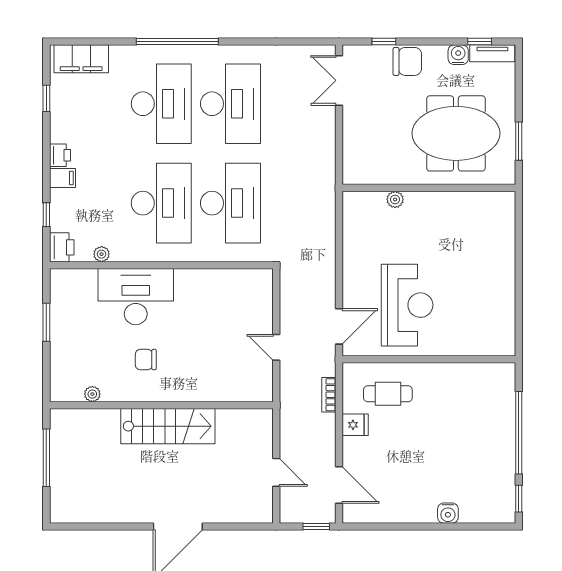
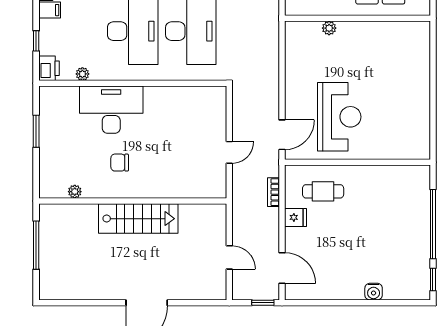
door: (276, 347) -> (229, 152), swing flipped

